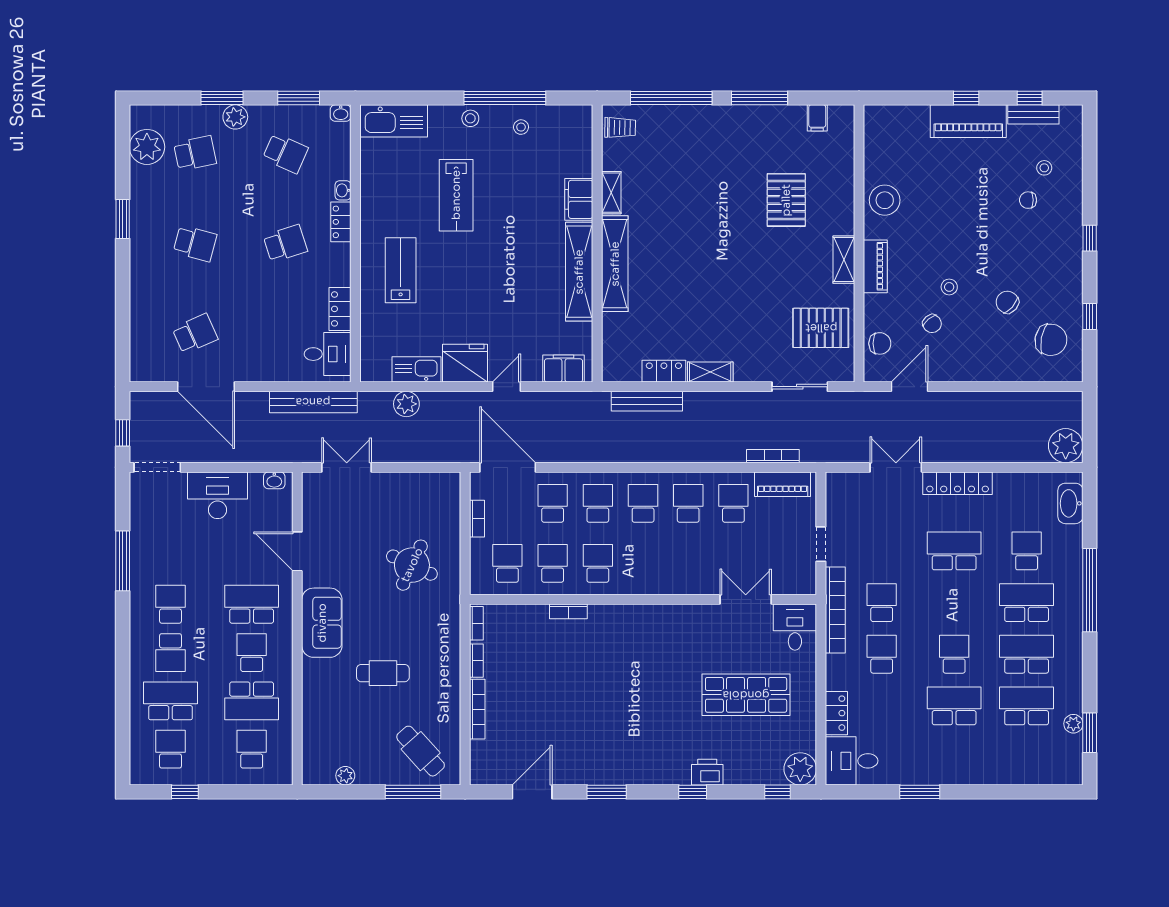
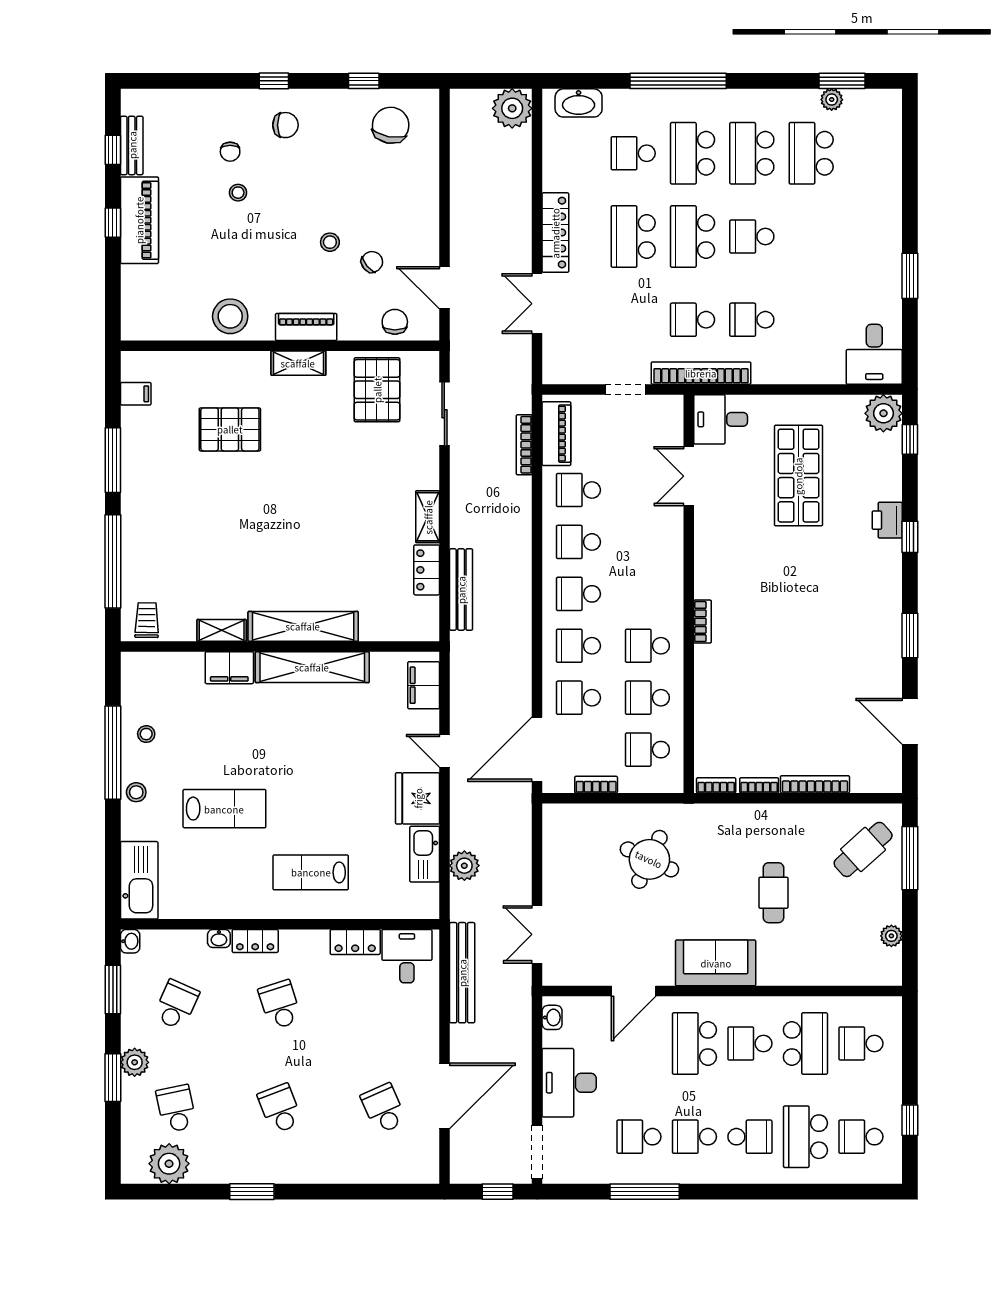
stool: (1044, 168) -> (238, 193), moved
school desk: (195, 243) -> (280, 1109), turned -36
chair: (1007, 302) -> (285, 125), moved, turned -131
school desk: (170, 556) -> (639, 1137), added
bookcase: (568, 611) -> (703, 622), moved
school desk: (954, 706) -> (693, 236), moved
locker: (836, 713) -> (819, 372), removed

